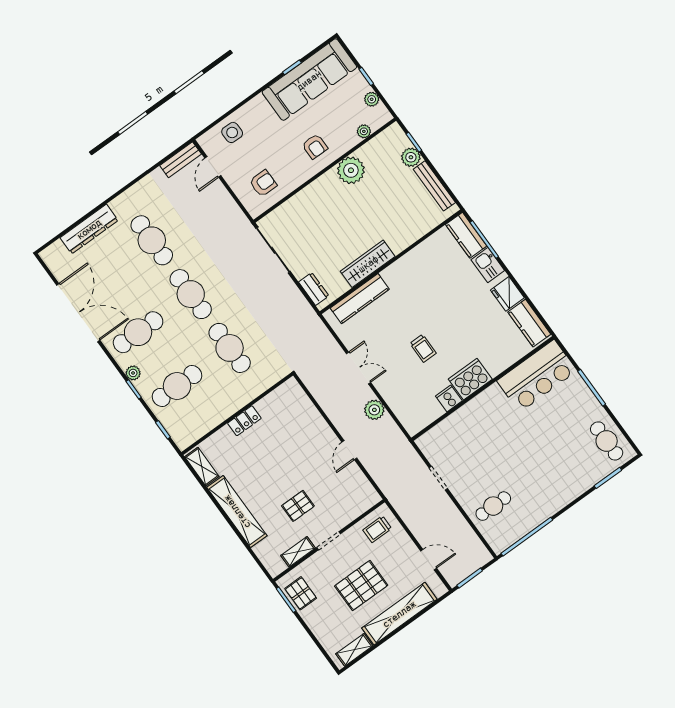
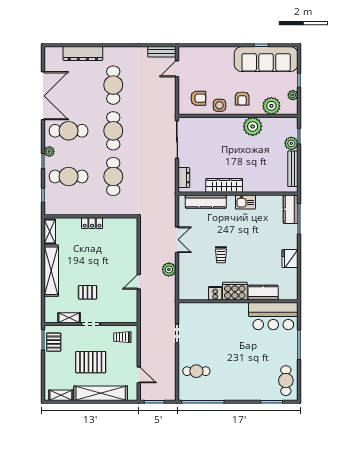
plant: (364, 131) -> (271, 106), width x1.88, depth x1.88
side table: (232, 132) -> (219, 105), moved
kitchen sink: (488, 265) -> (245, 202), moved, turned -90
kitchen counter: (529, 323) -> (263, 293), moved, turned 90

